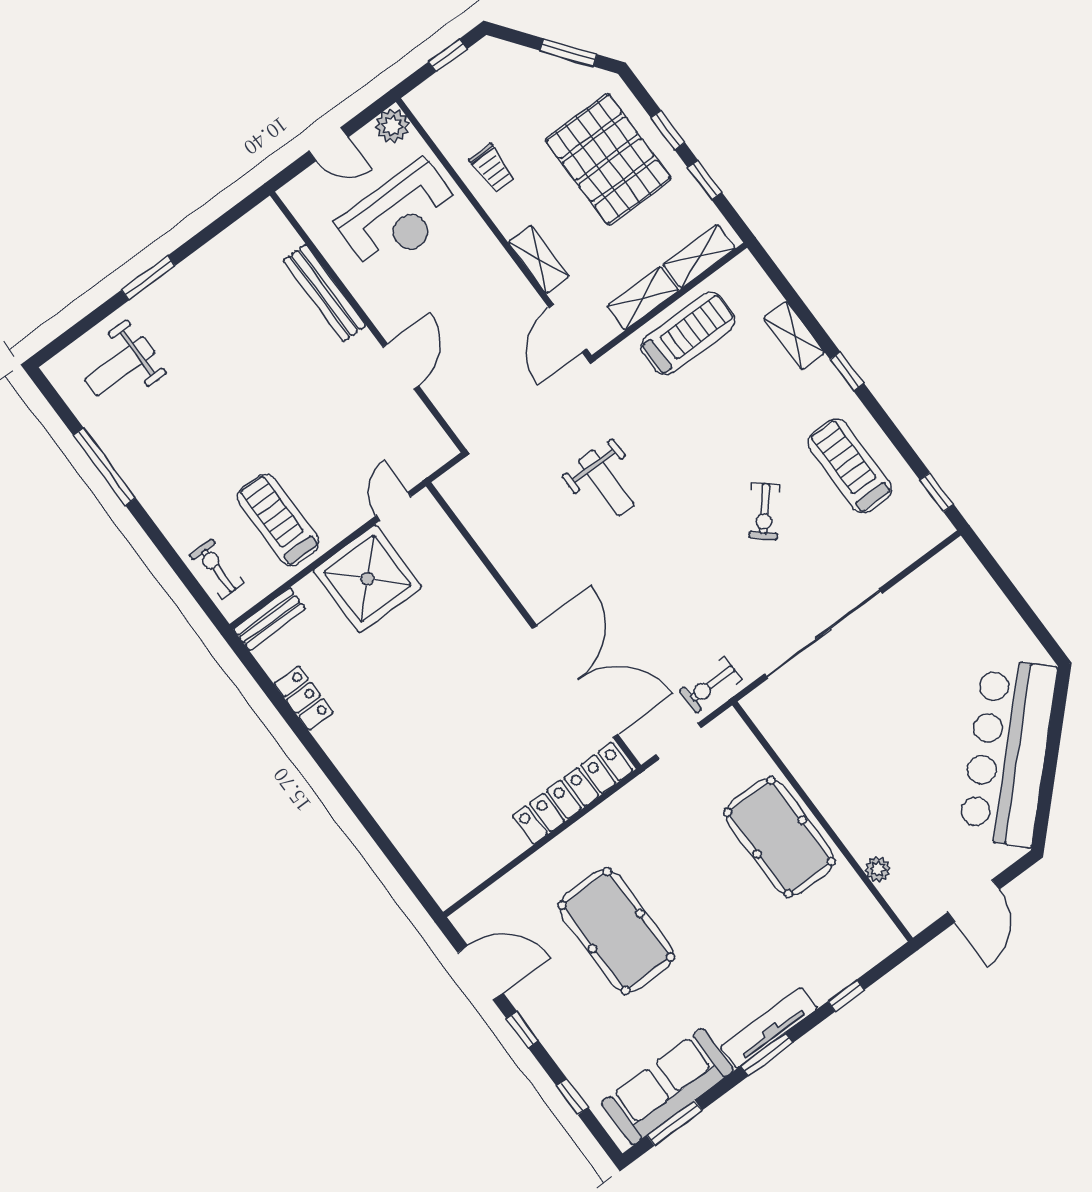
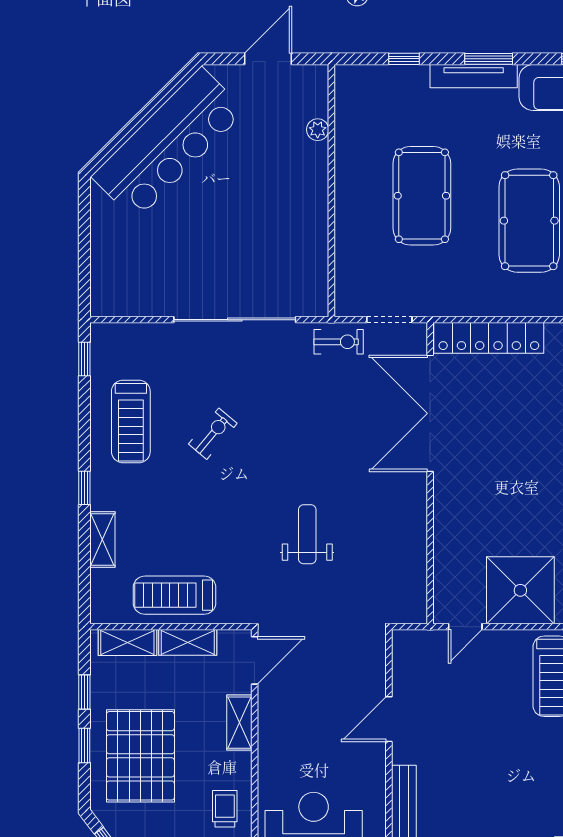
pool table: (780, 837) -> (422, 196), moved

